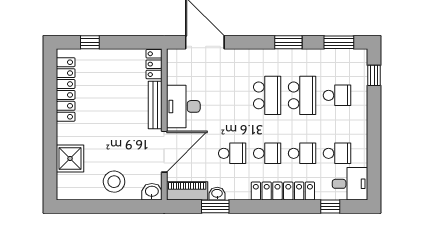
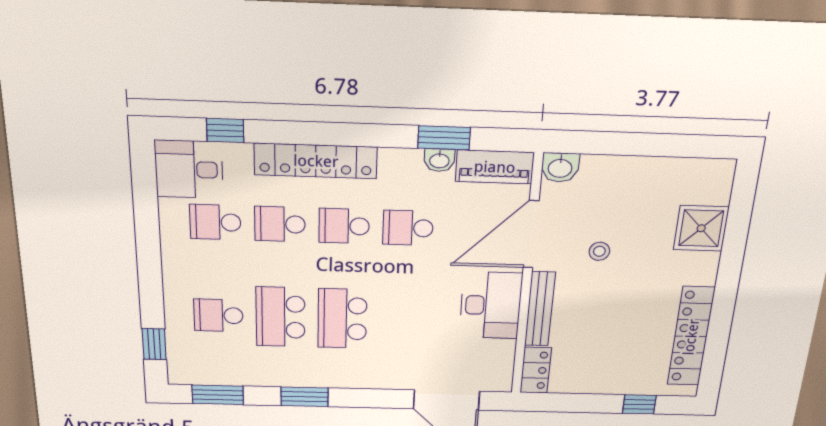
stool: (114, 182) -> (599, 251), moved, width x0.53, depth x0.53

